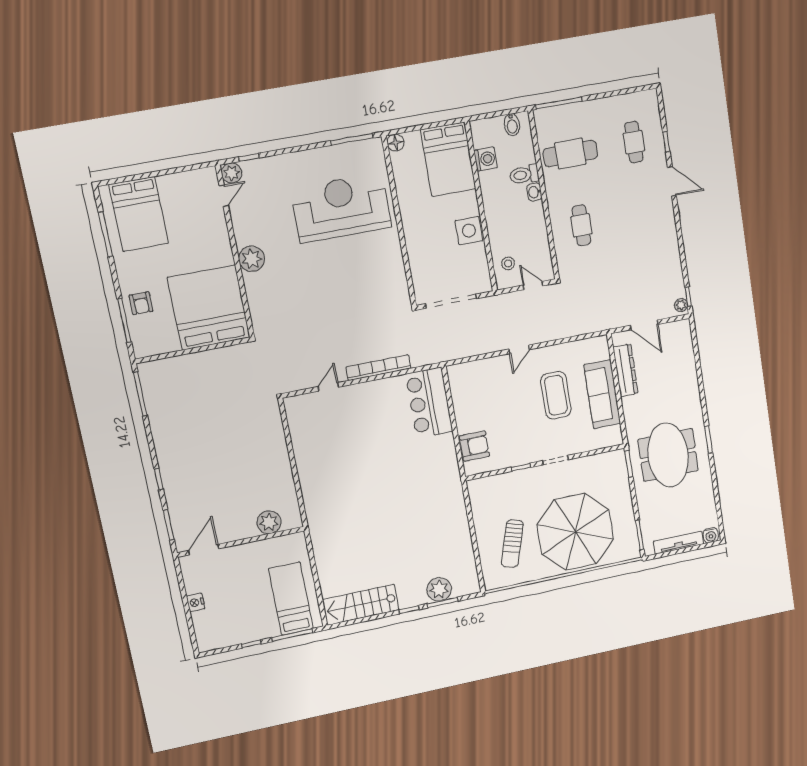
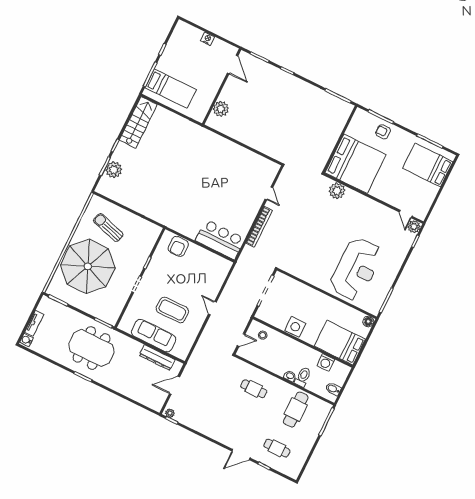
plant: (252, 259) -> (337, 191), moved
tv unit: (678, 543) -> (34, 323), width x0.71

